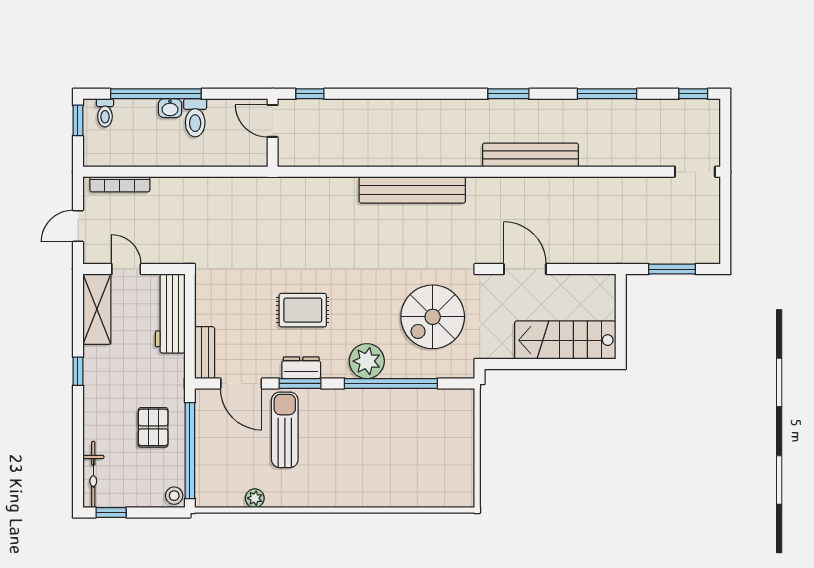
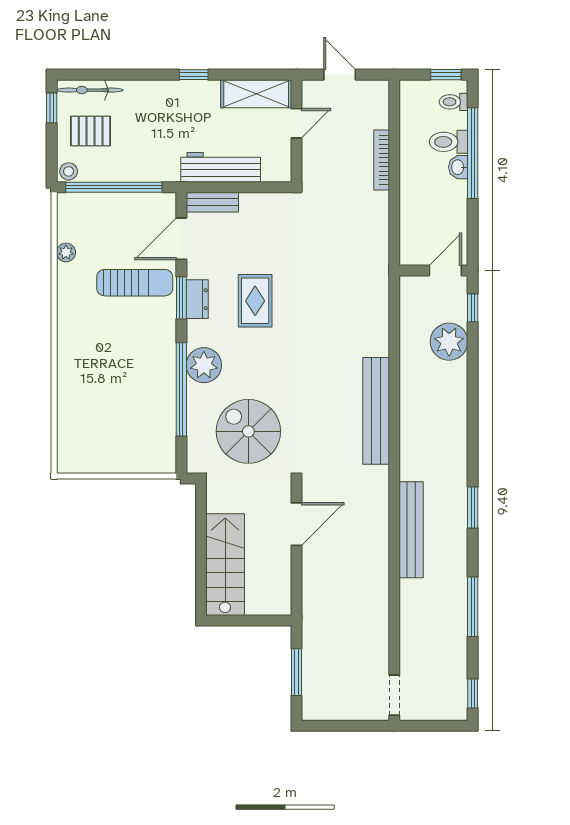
plant: (343, 117) -> (449, 342), added
toilet: (195, 118) -> (449, 142), moved
bookcase: (120, 184) -> (382, 160), moved
workbench: (170, 313) -> (221, 167), moved
pallet: (153, 427) -> (91, 131), moved

